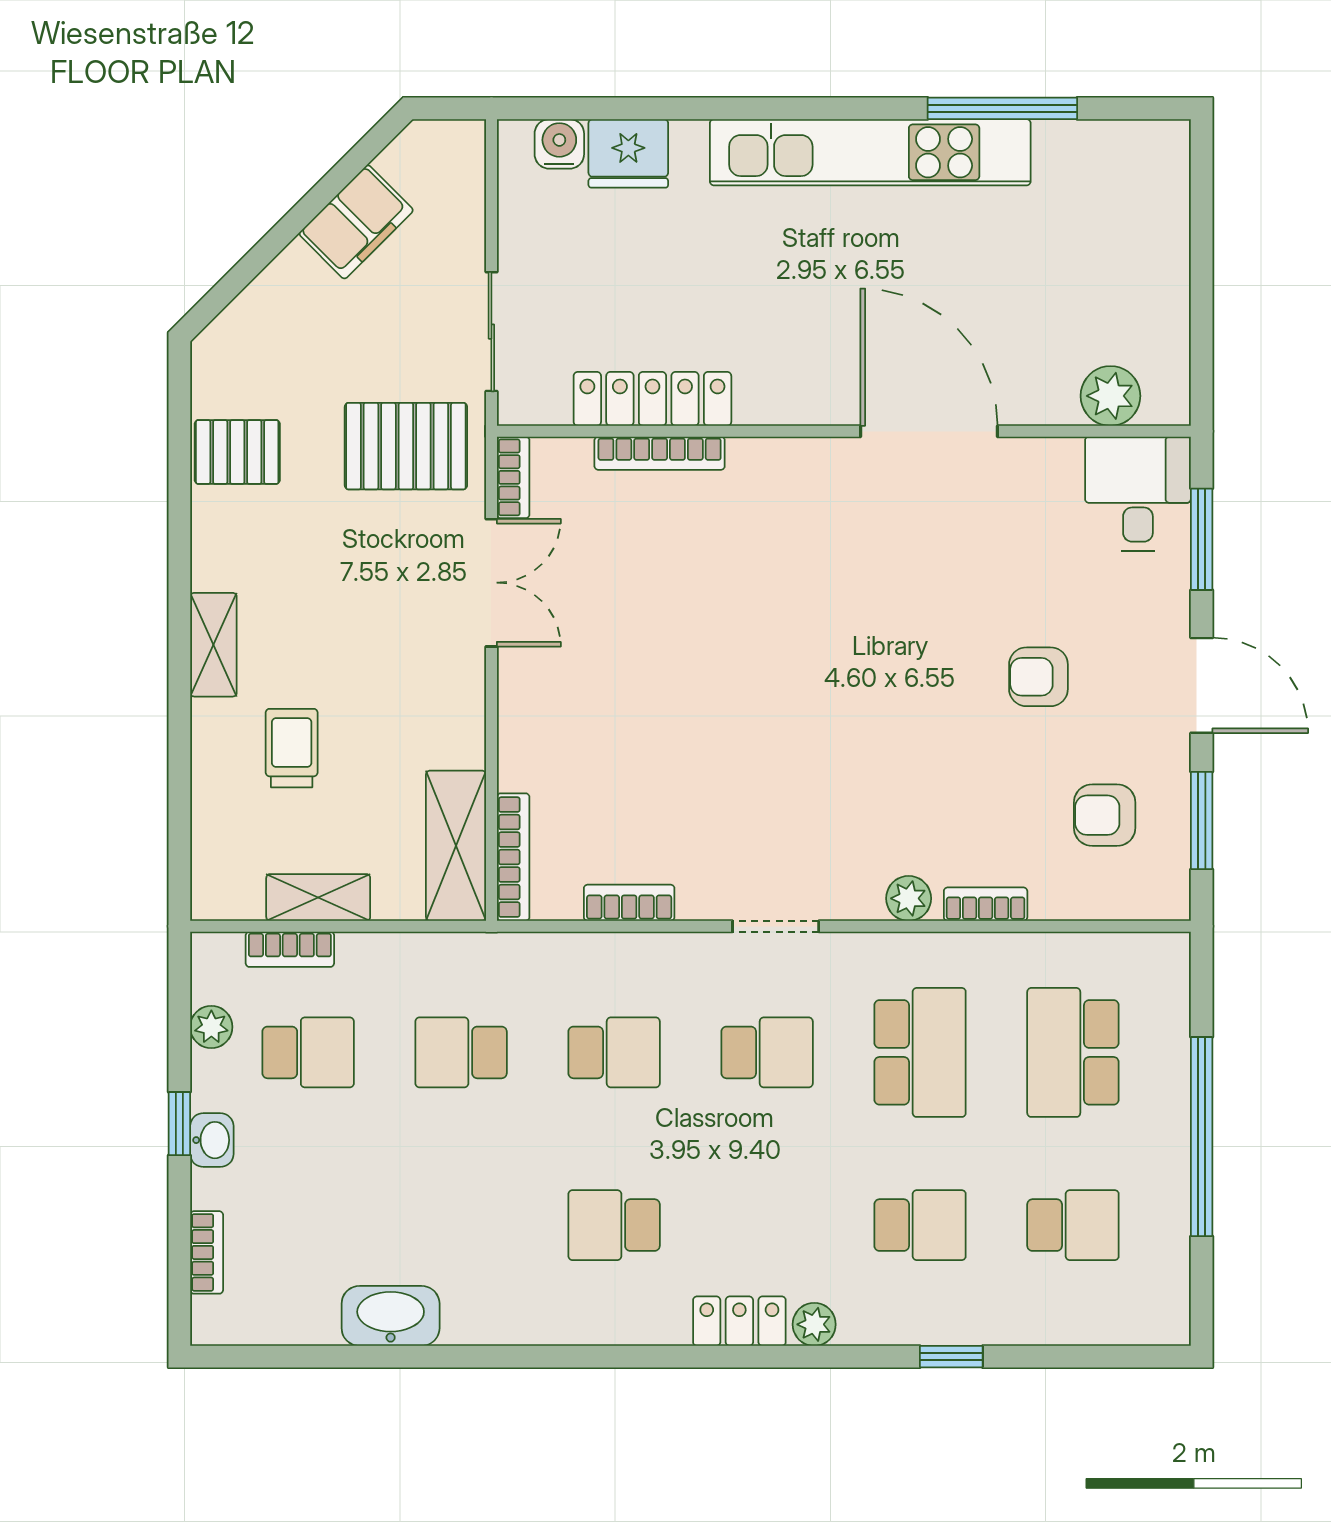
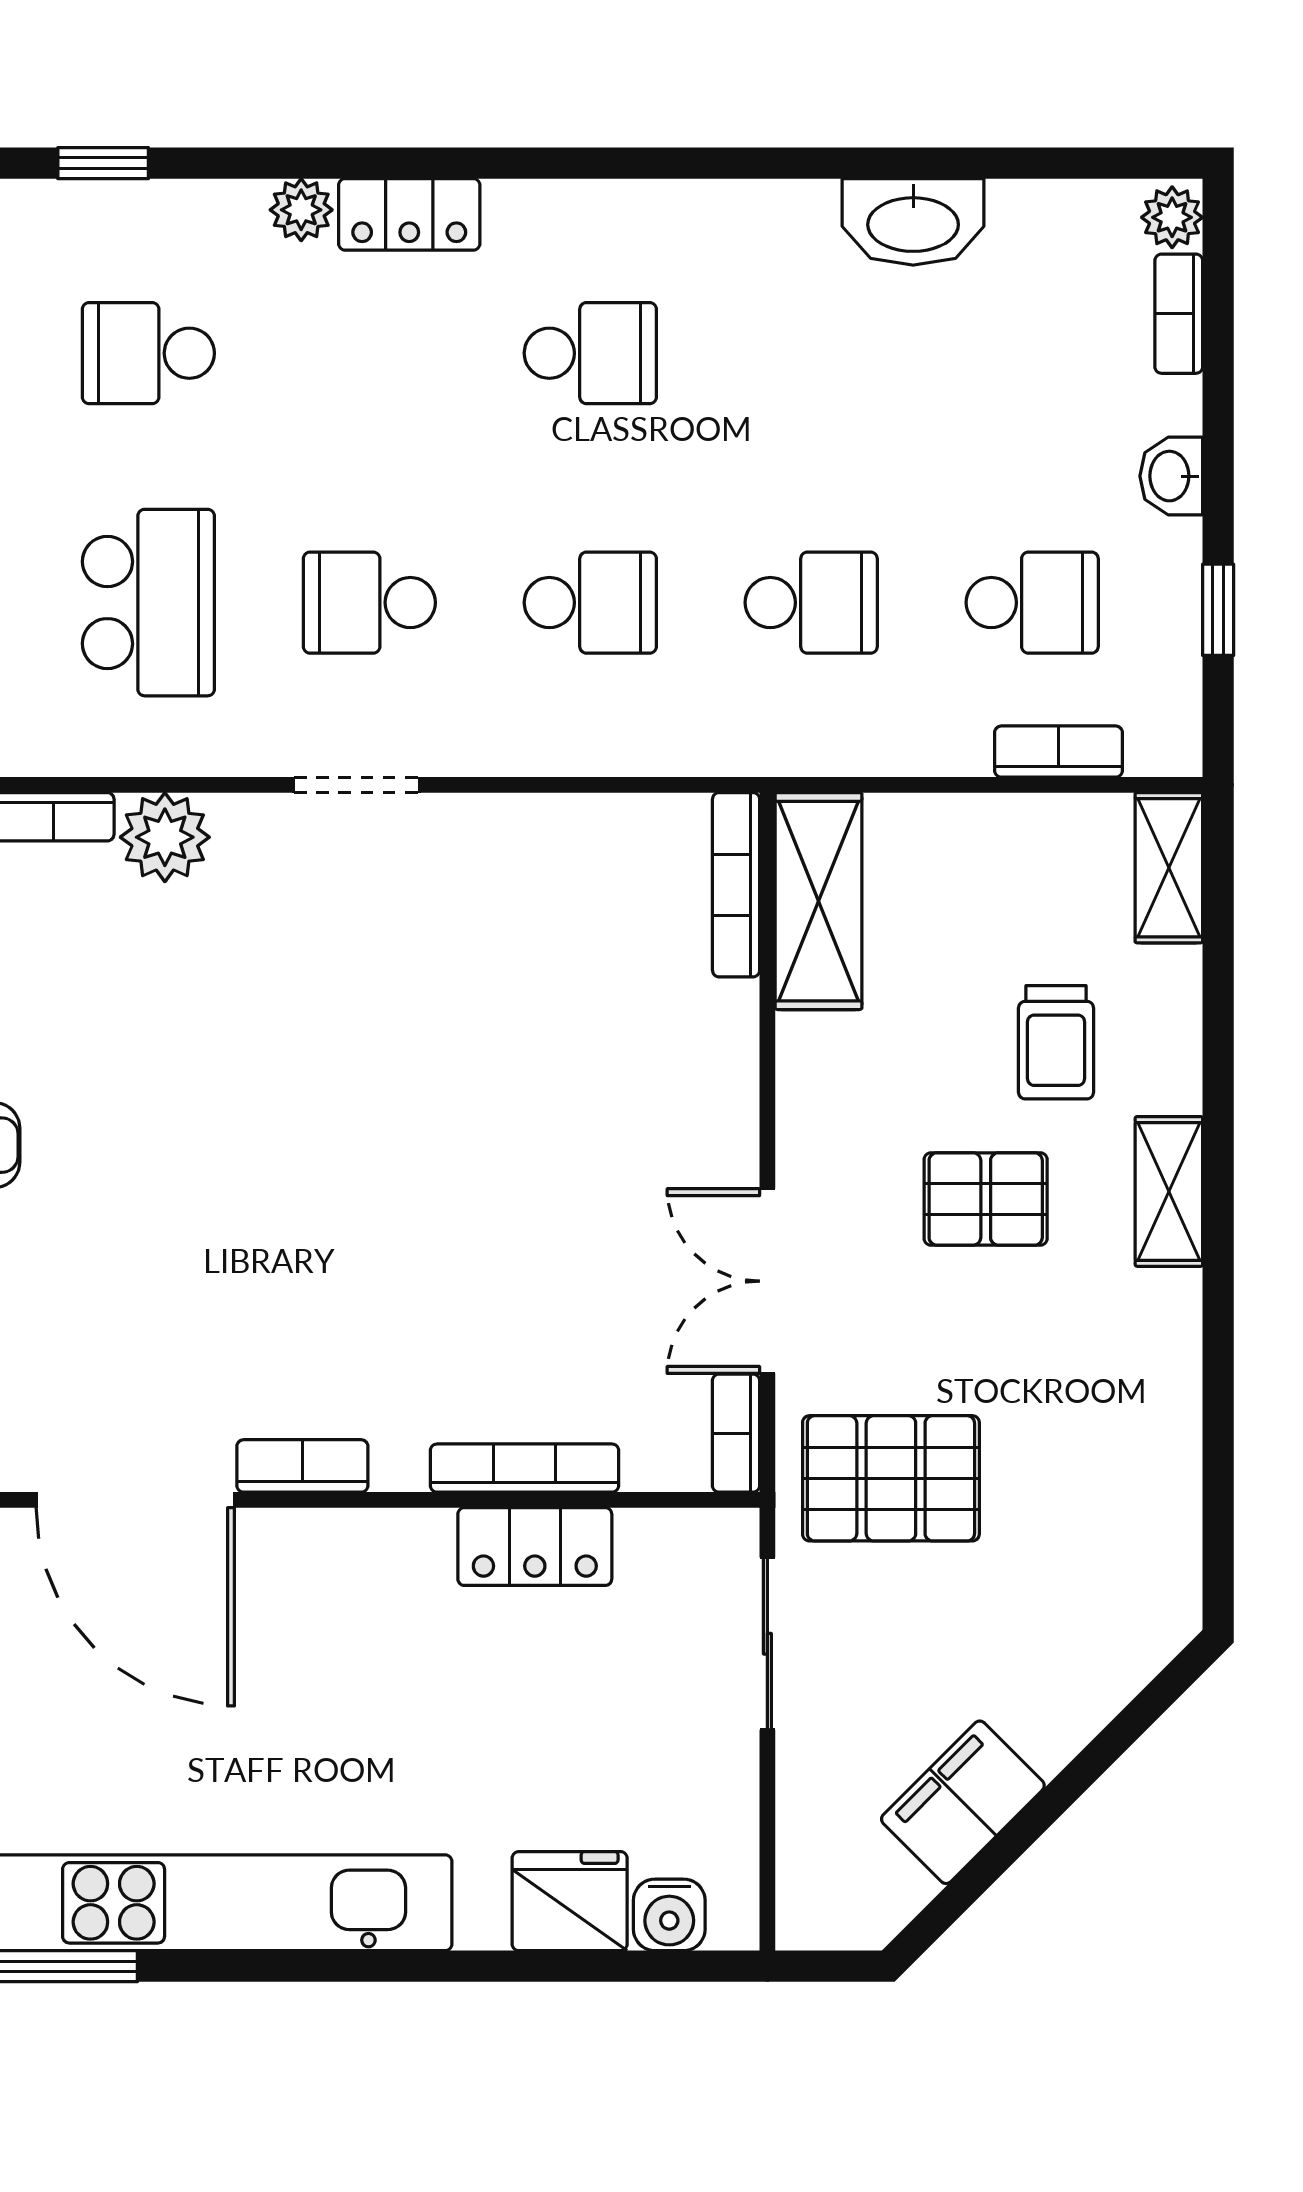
locker: (652, 399) -> (535, 1547), width x0.66
pallet: (237, 452) -> (986, 1199), moved
shelving: (318, 897) -> (1169, 868), moved, turned 90
plant: (909, 898) -> (165, 837), width x1.38, depth x1.38
bookcase: (629, 903) -> (302, 1466), moved, turned 180
plant: (211, 1027) -> (1172, 217), moved
school desk: (308, 1052) -> (1032, 603), turned 180
school desk: (614, 1052) -> (590, 603), turned 180
school desk: (920, 1052) -> (148, 603), turned 180
window: (179, 1124) -> (1218, 610), moved

